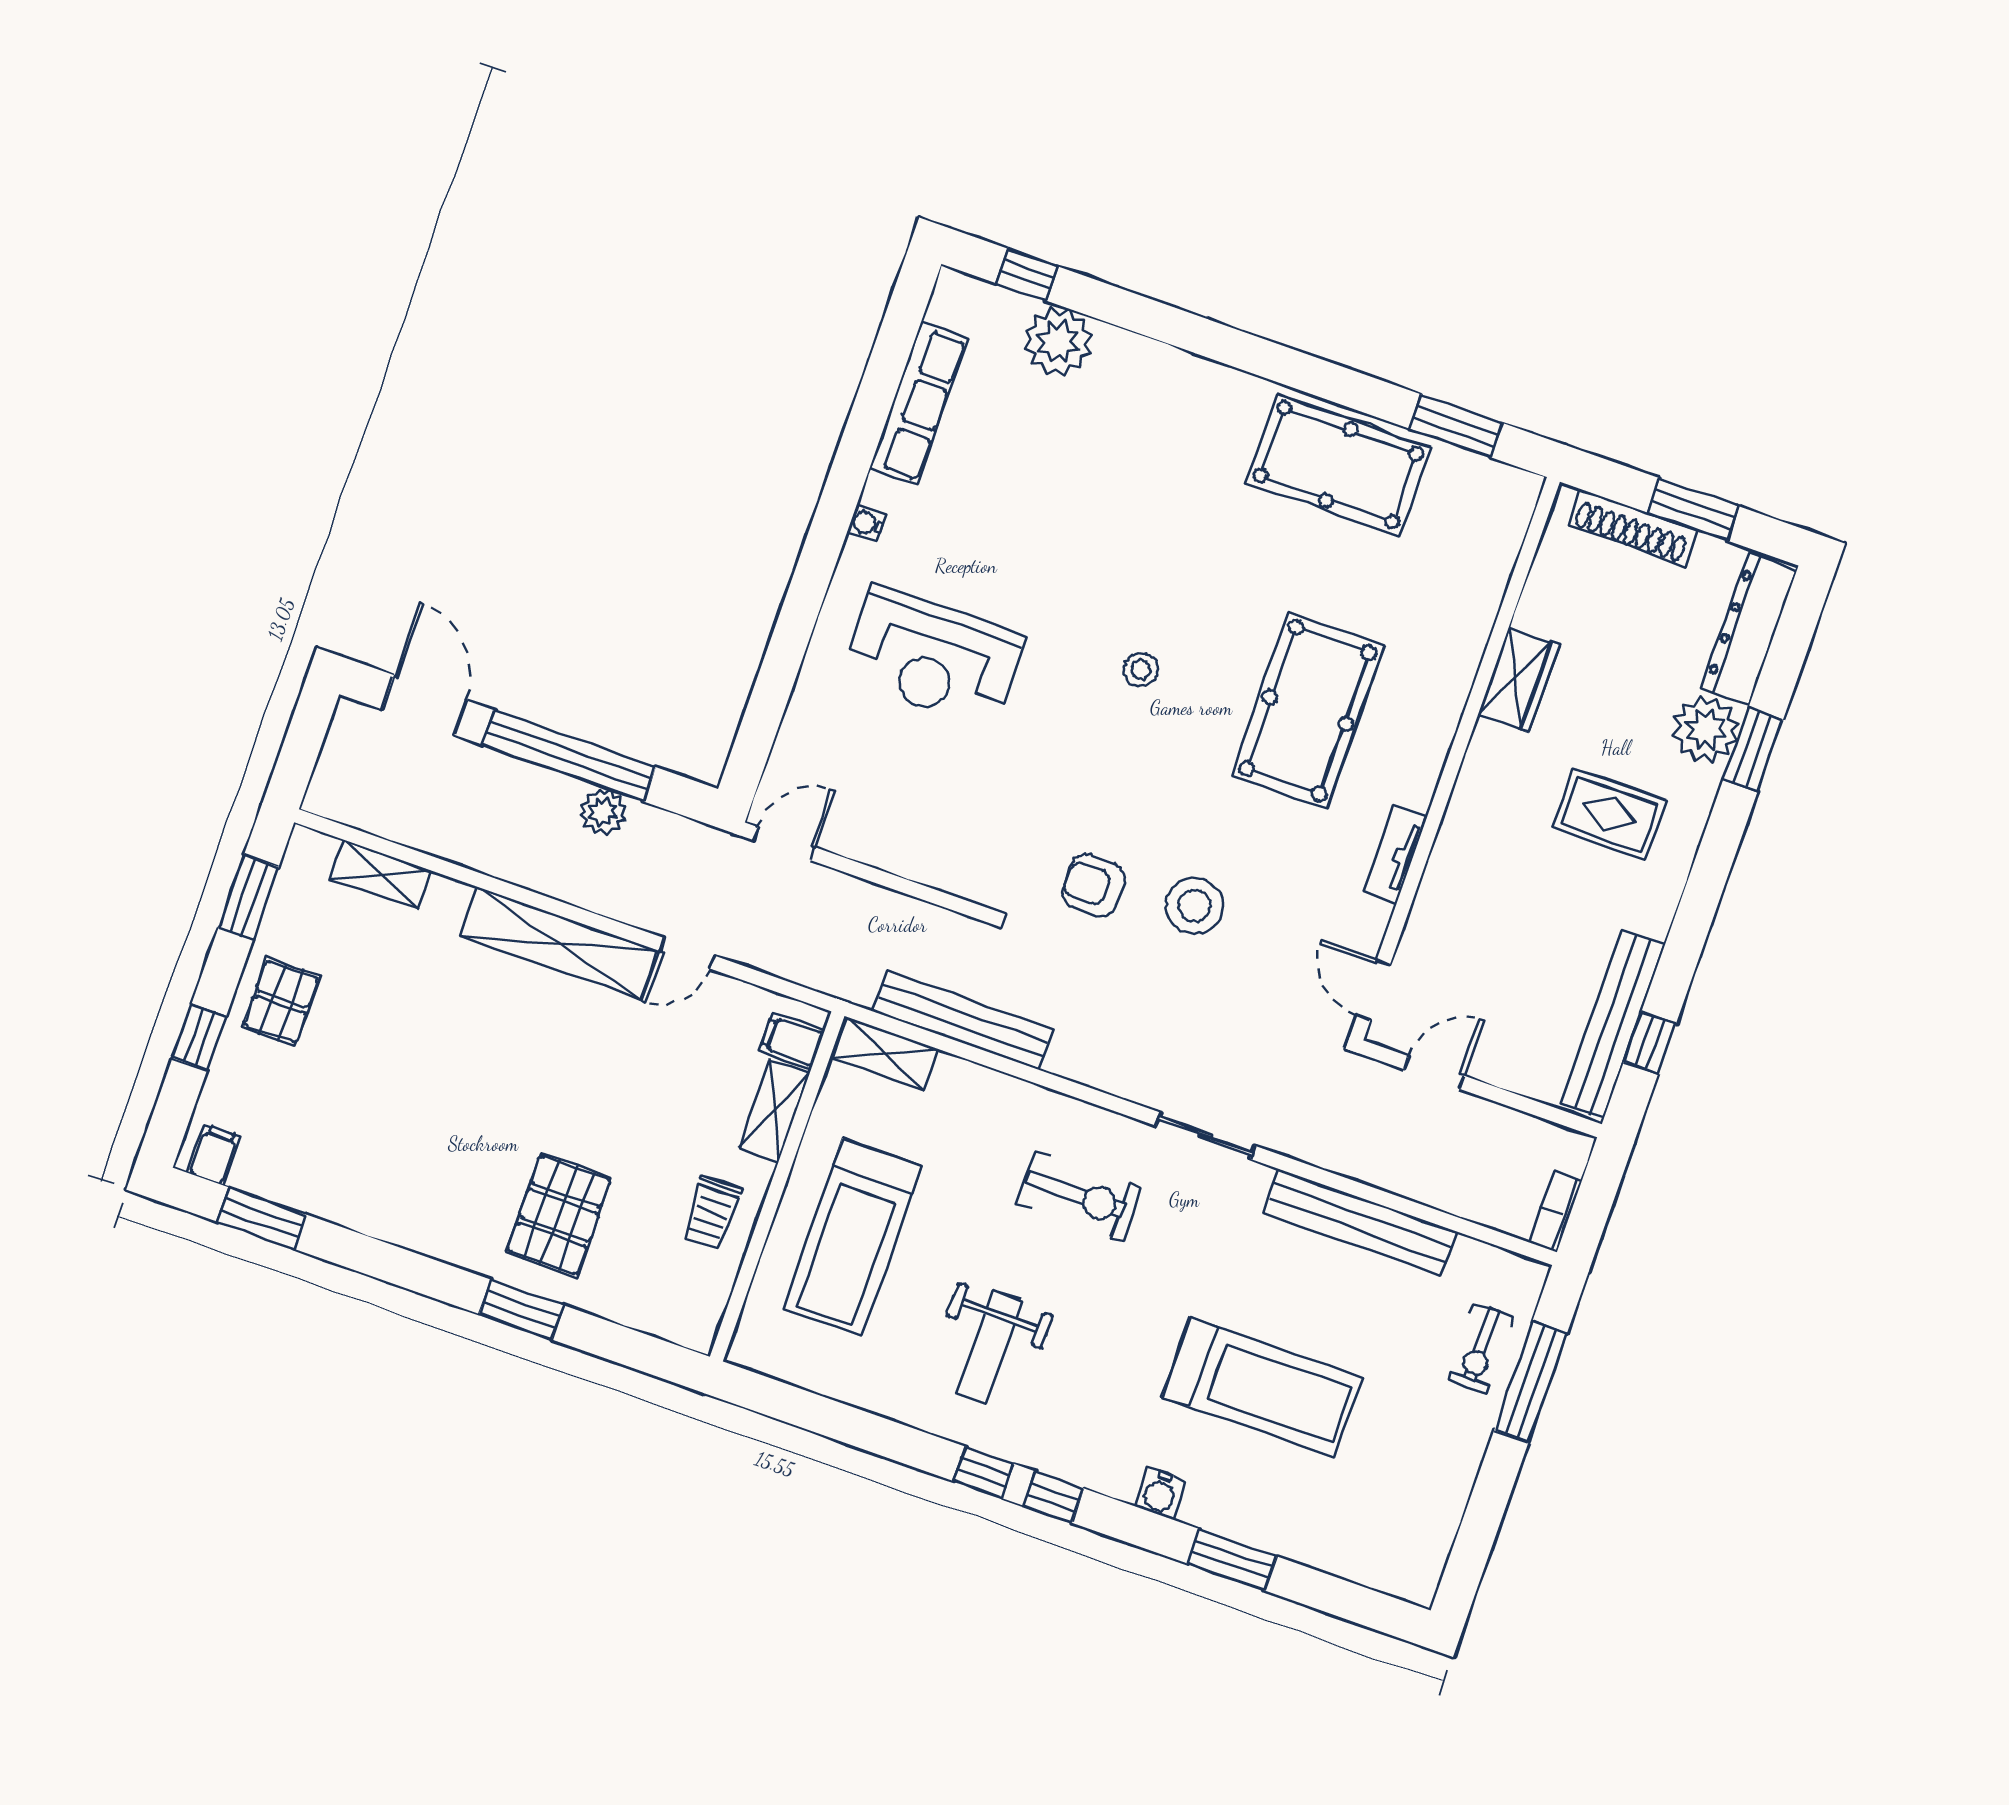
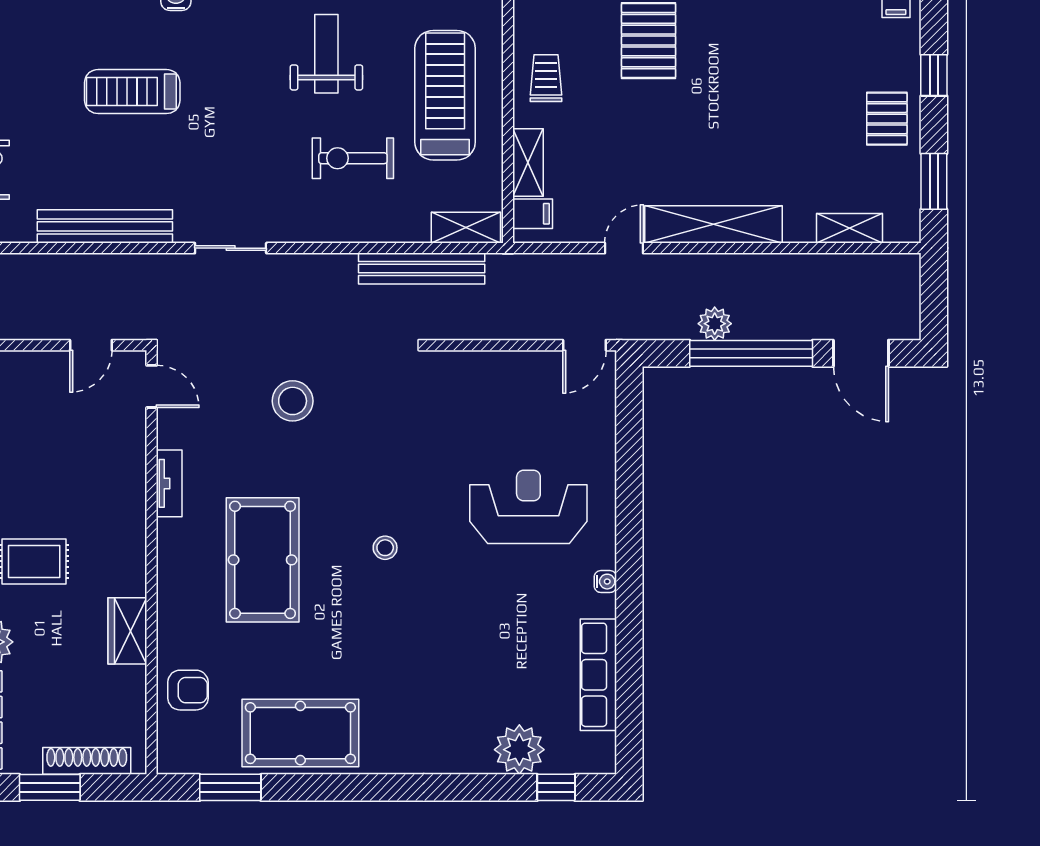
armchair: (1093, 885) -> (188, 690), moved
exercise bike: (1080, 1196) -> (353, 158), moved
treadmill: (1262, 1387) -> (132, 92), width x0.73, depth x0.73

